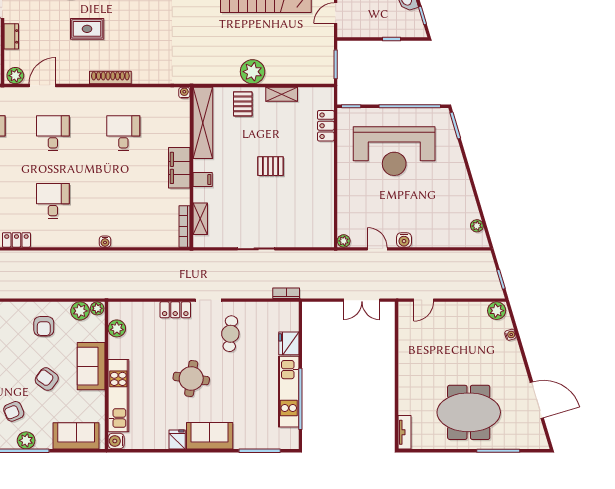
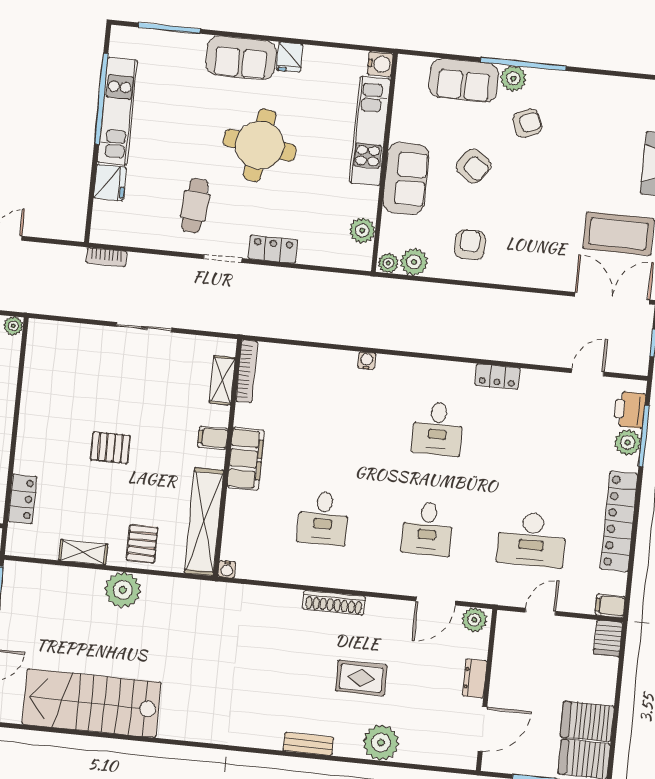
round table: (191, 378) -> (260, 145), width x1.36, depth x1.36
sofa: (76, 436) -> (464, 80), moved

